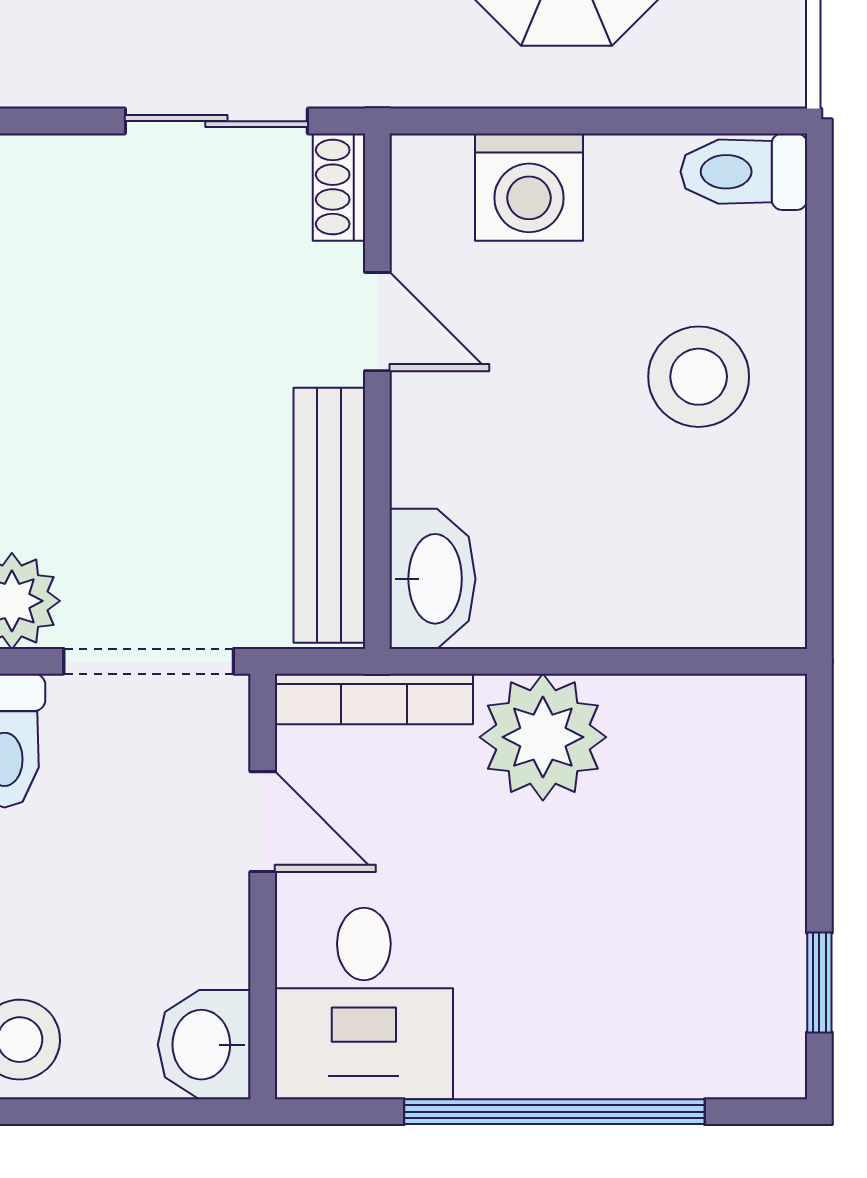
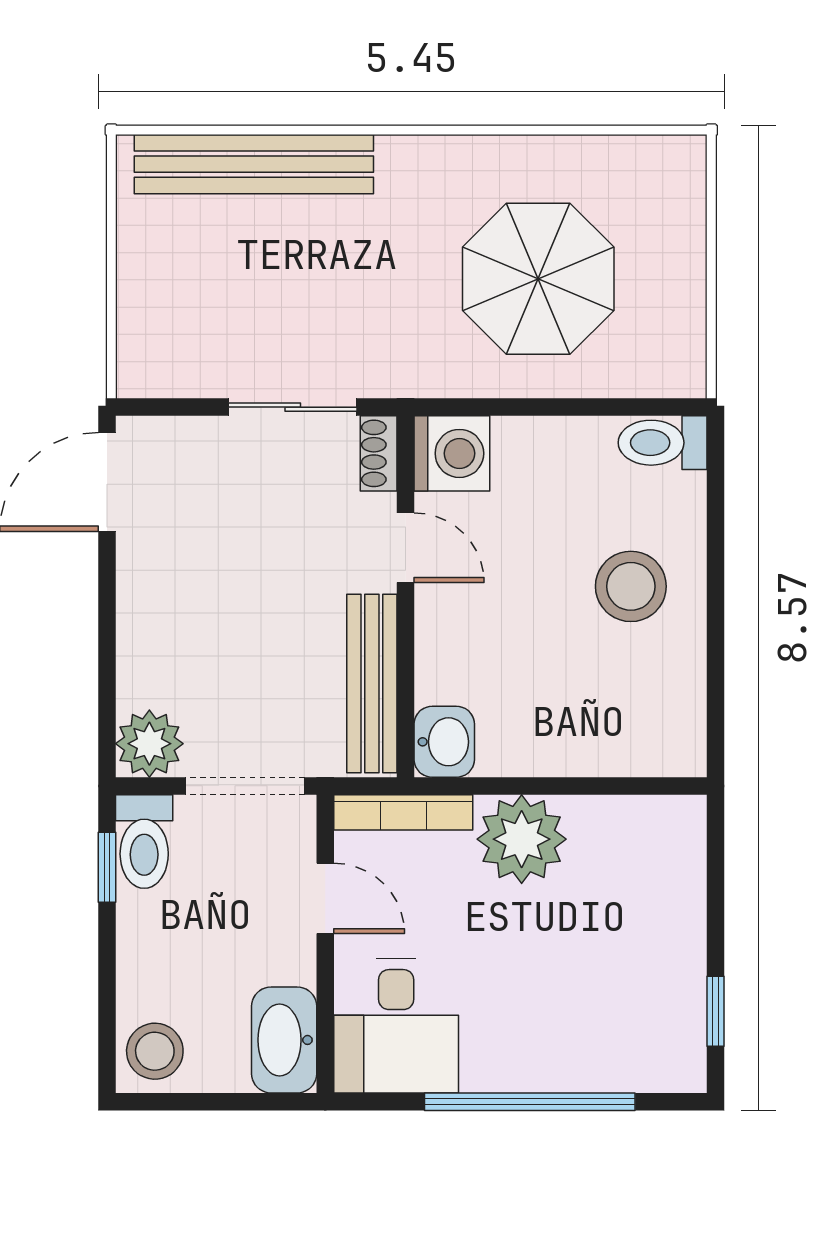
washing machine: (529, 187) -> (452, 453), moved, turned -90
washbasin: (433, 579) -> (444, 742), width x0.72
washbasin: (204, 1045) -> (284, 1040), width x1.38

